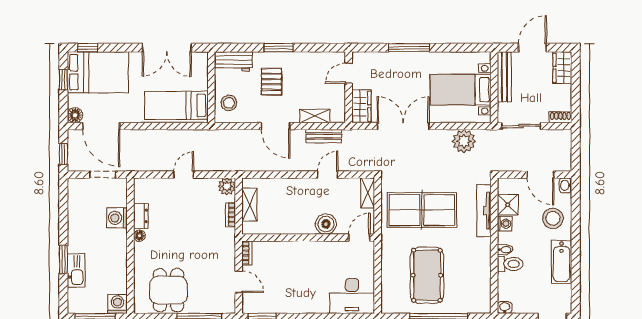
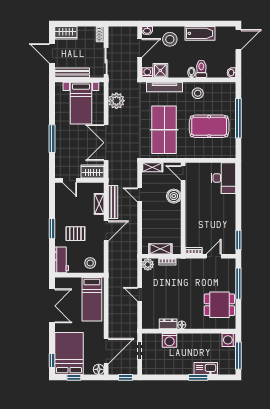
bench: (324, 136) -> (113, 202), width x1.36
washing machine: (505, 224) -> (147, 73), moved
stool: (475, 259) -> (198, 93), added

